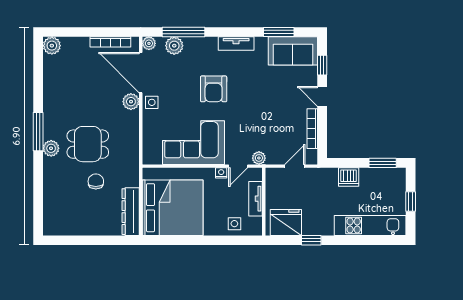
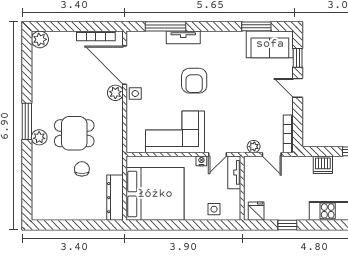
plant: (149, 43) -> (133, 37), removed
tv unit: (236, 44) -> (183, 37), moved
plant: (174, 46) -> (157, 39), removed
bookcase: (312, 129) -> (288, 134), moved
plant: (259, 158) -> (254, 147), moved
door: (295, 166) -> (272, 154), swing flipped
tv unit: (256, 199) -> (234, 172), moved
fridge: (286, 222) -> (256, 211), width x0.53, depth x0.75

